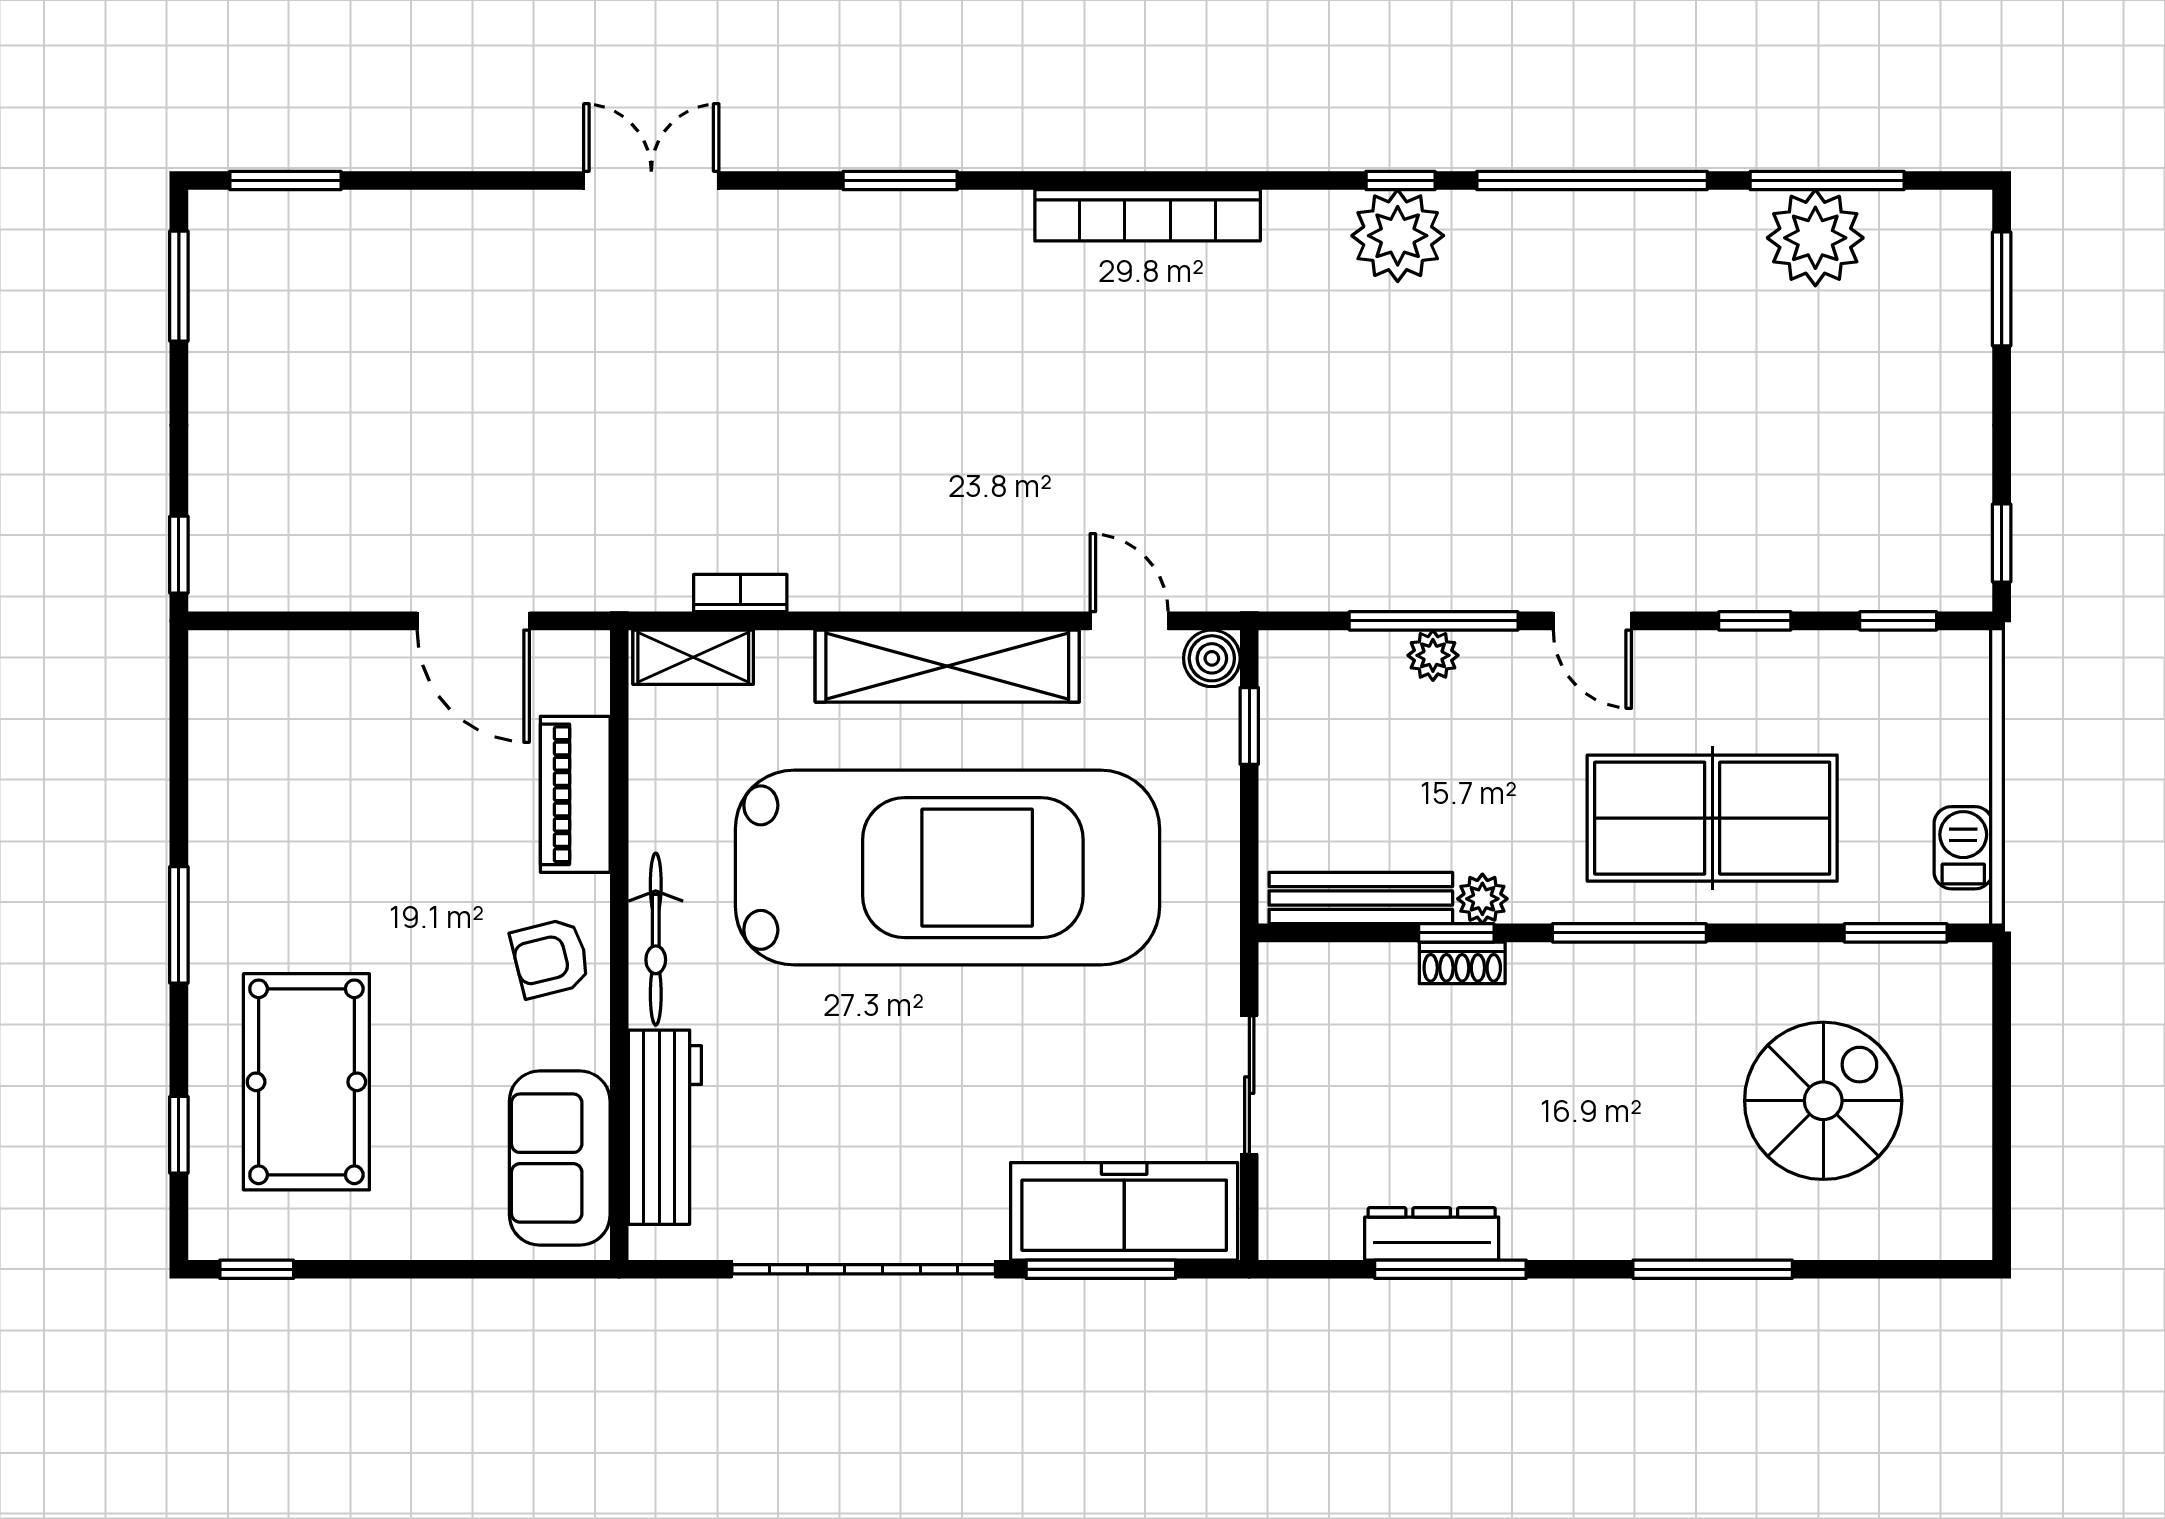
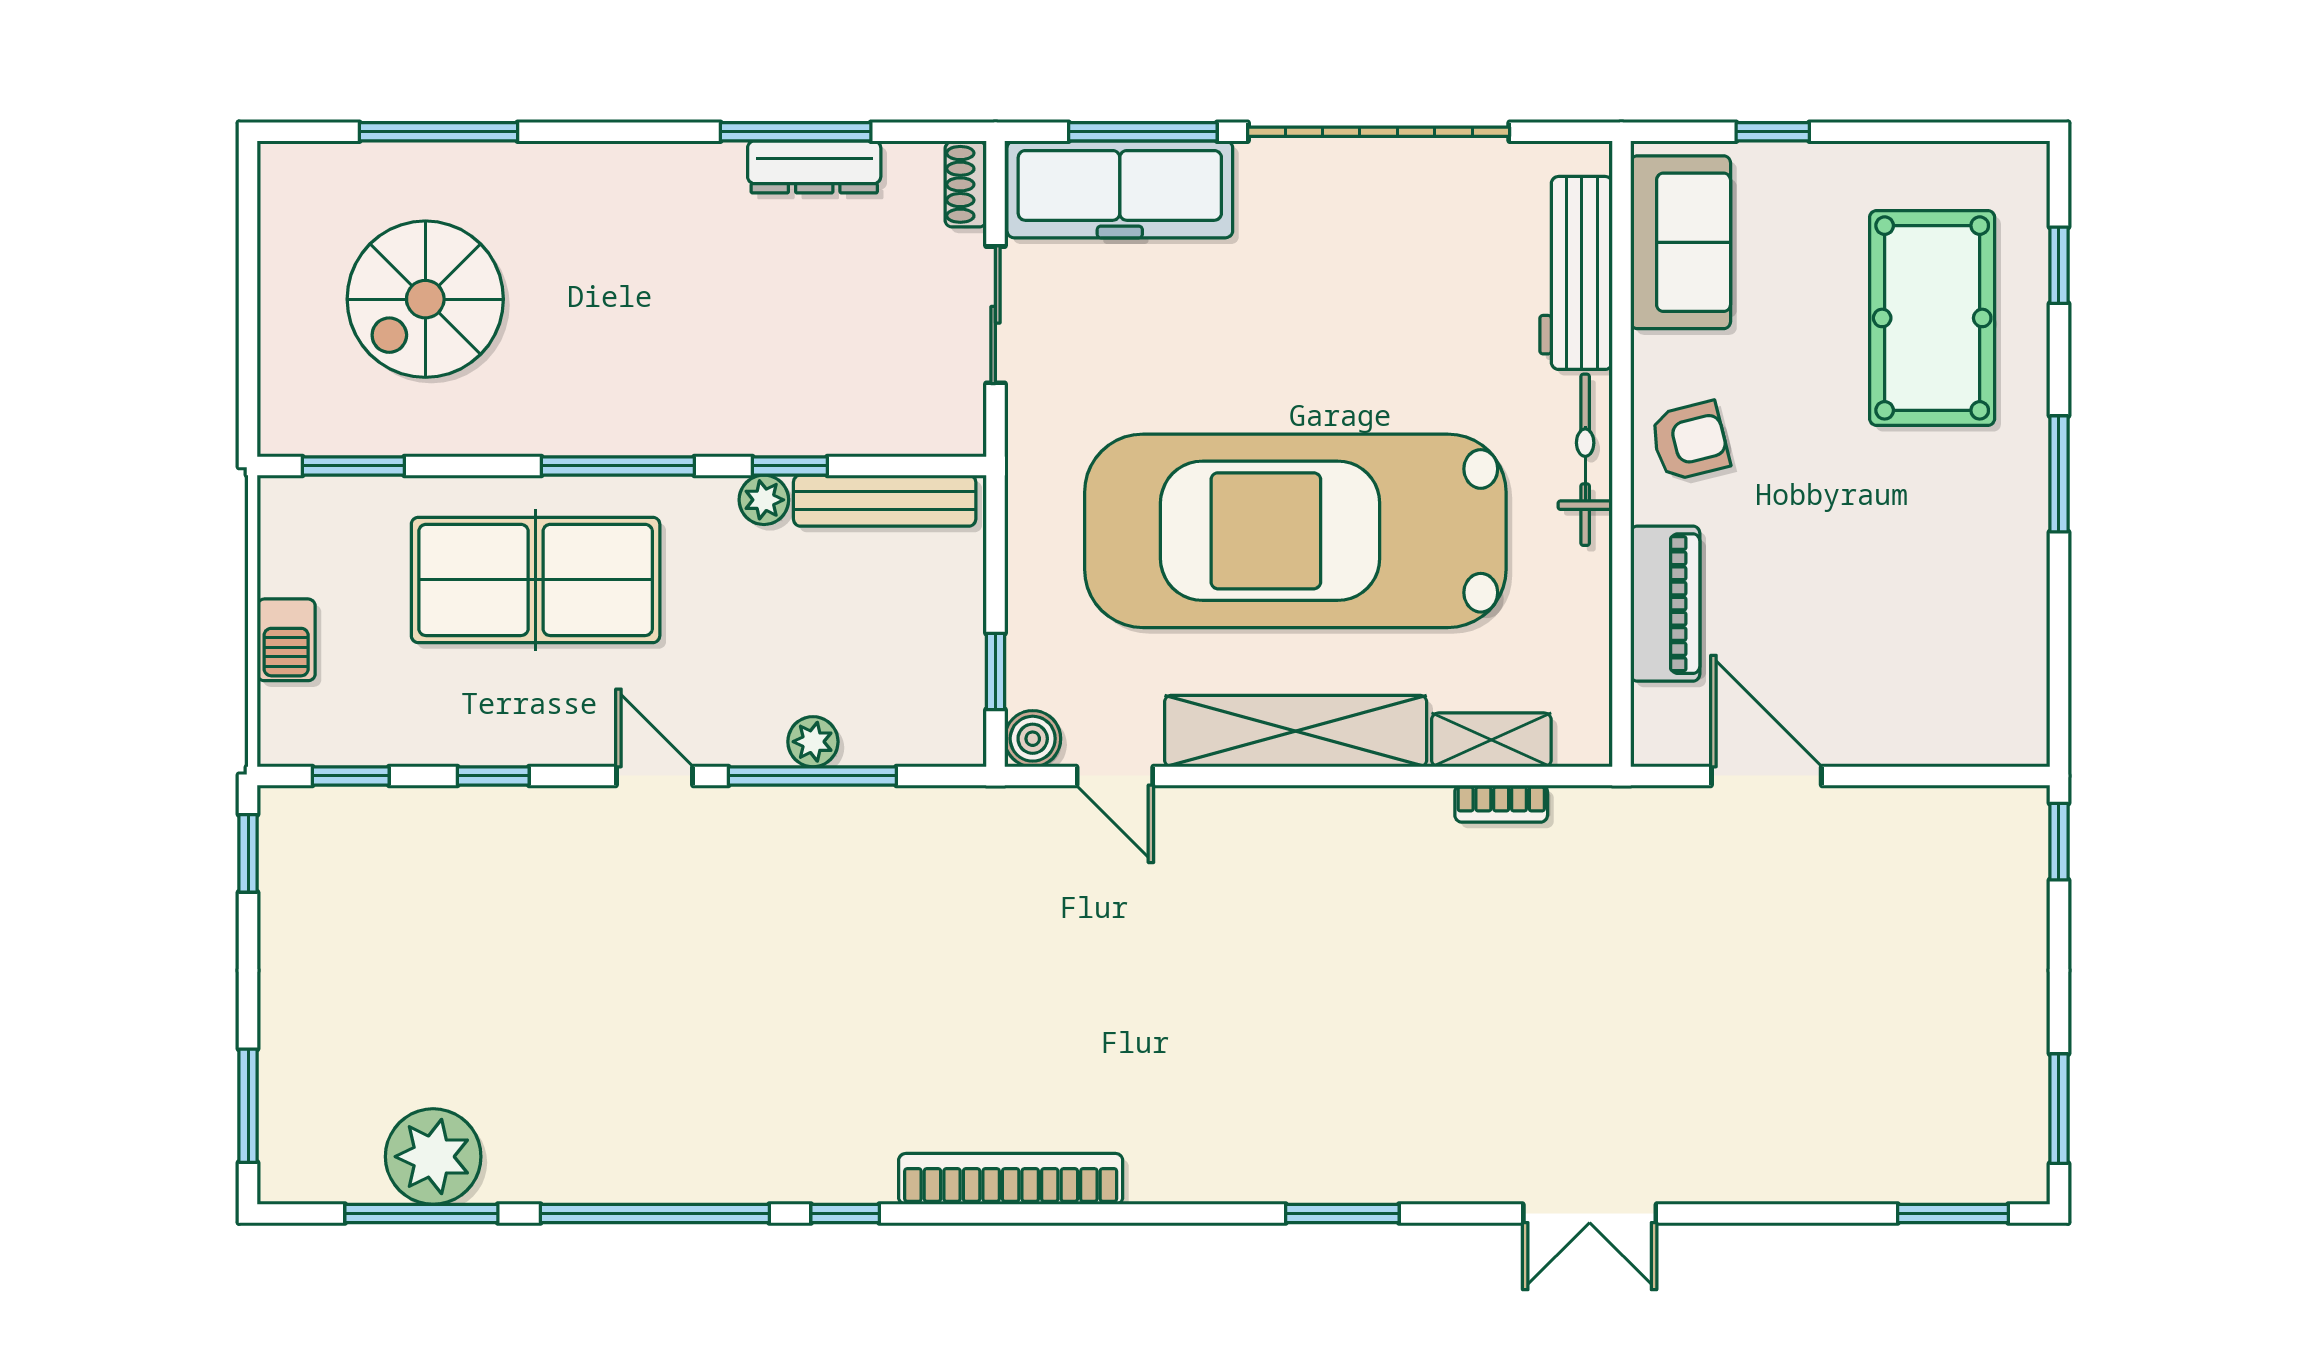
bookcase: (1148, 215) -> (1011, 1179), moved
plant: (1398, 236) -> (848, 1159), removed
shelving: (693, 657) -> (1491, 740), moved
barbecue: (1963, 848) -> (286, 640), moved
shoe rack: (1462, 963) -> (966, 184), moved, turned -90
window: (257, 1269) -> (1773, 132), moved
window: (1713, 1269) -> (439, 132), moved

